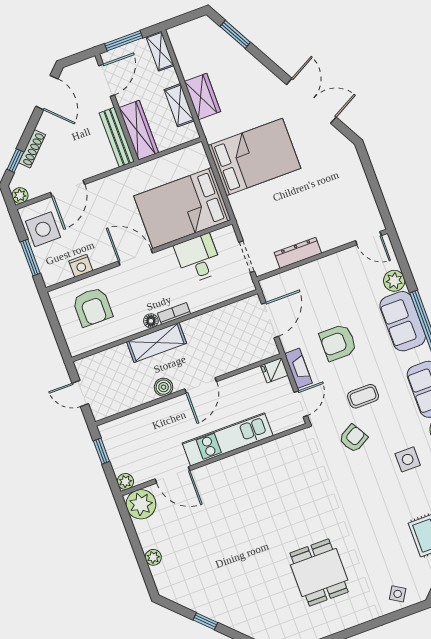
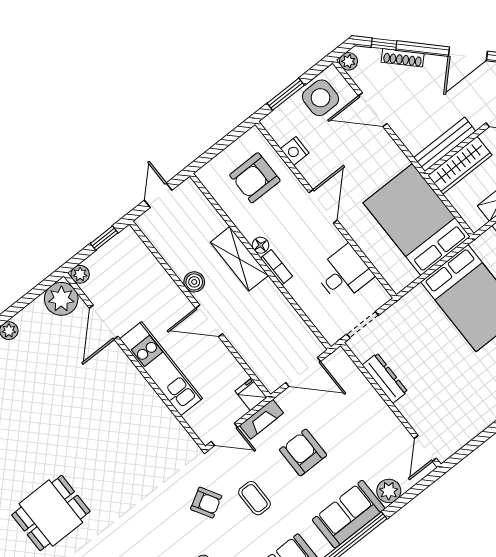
bed: (182, 208) -> (417, 220), moved

